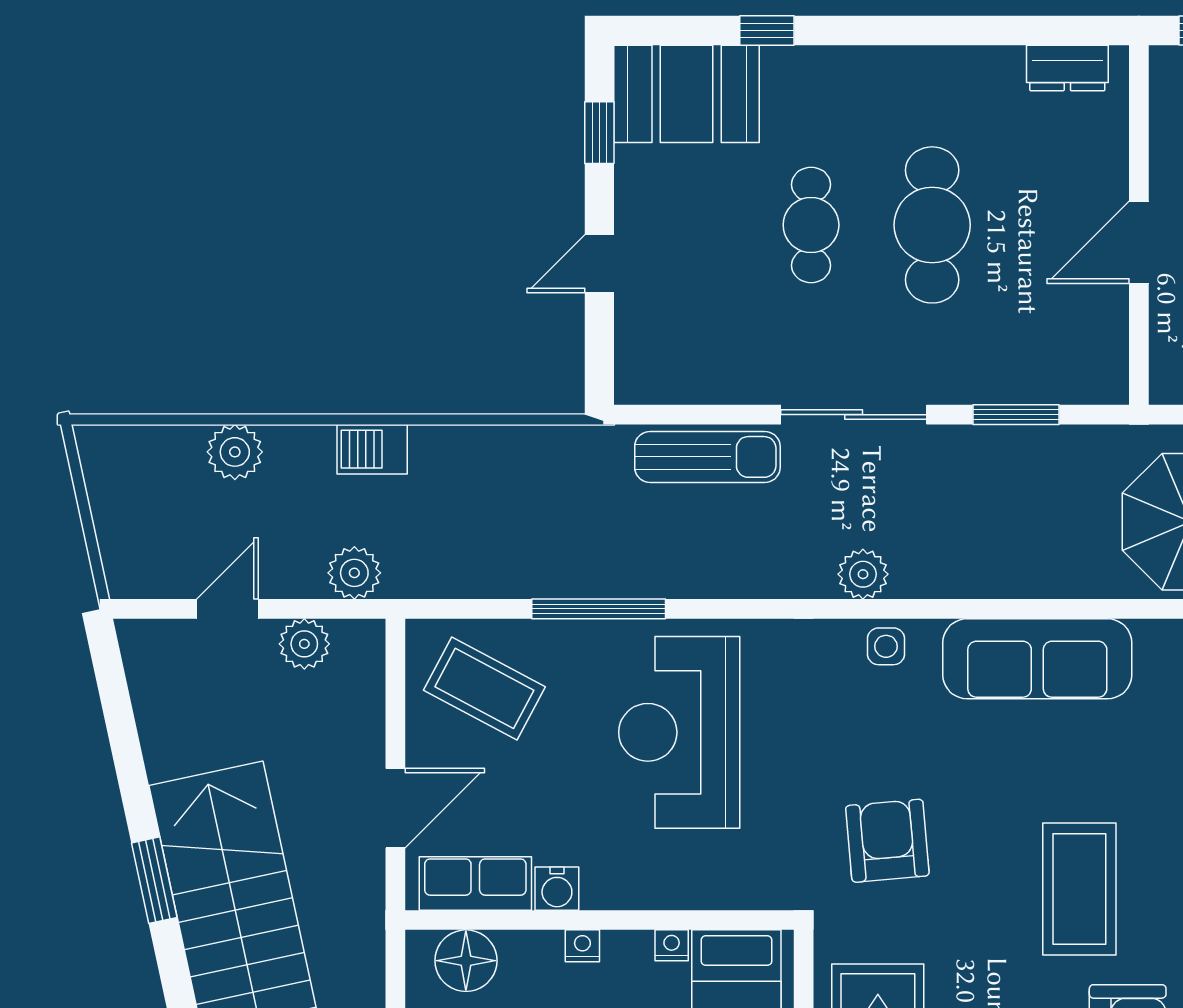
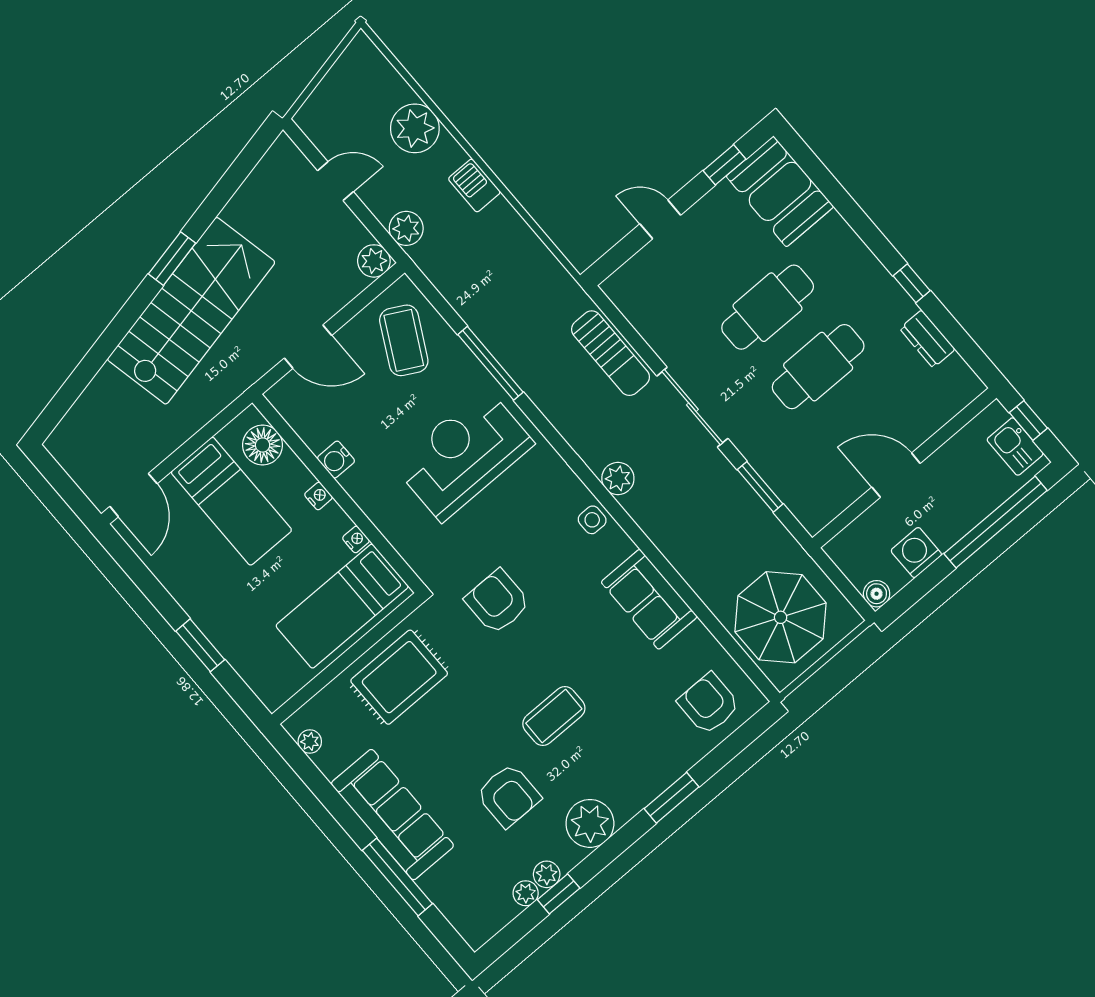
window: (767, 31) -> (912, 283), moved
dresser: (1067, 68) -> (927, 339), moved
cafe table: (811, 225) -> (768, 307), width x1.37, depth x1.35
plant: (235, 452) -> (415, 128), width x1.36, depth x1.36
plant: (304, 644) -> (374, 261), moved
sofa: (1037, 659) -> (649, 599), width x0.73
armchair: (887, 841) -> (497, 602), turned -85
row of seats: (475, 884) -> (304, 417), removed
coffee table: (1079, 889) -> (554, 716), width x0.73, depth x0.76

